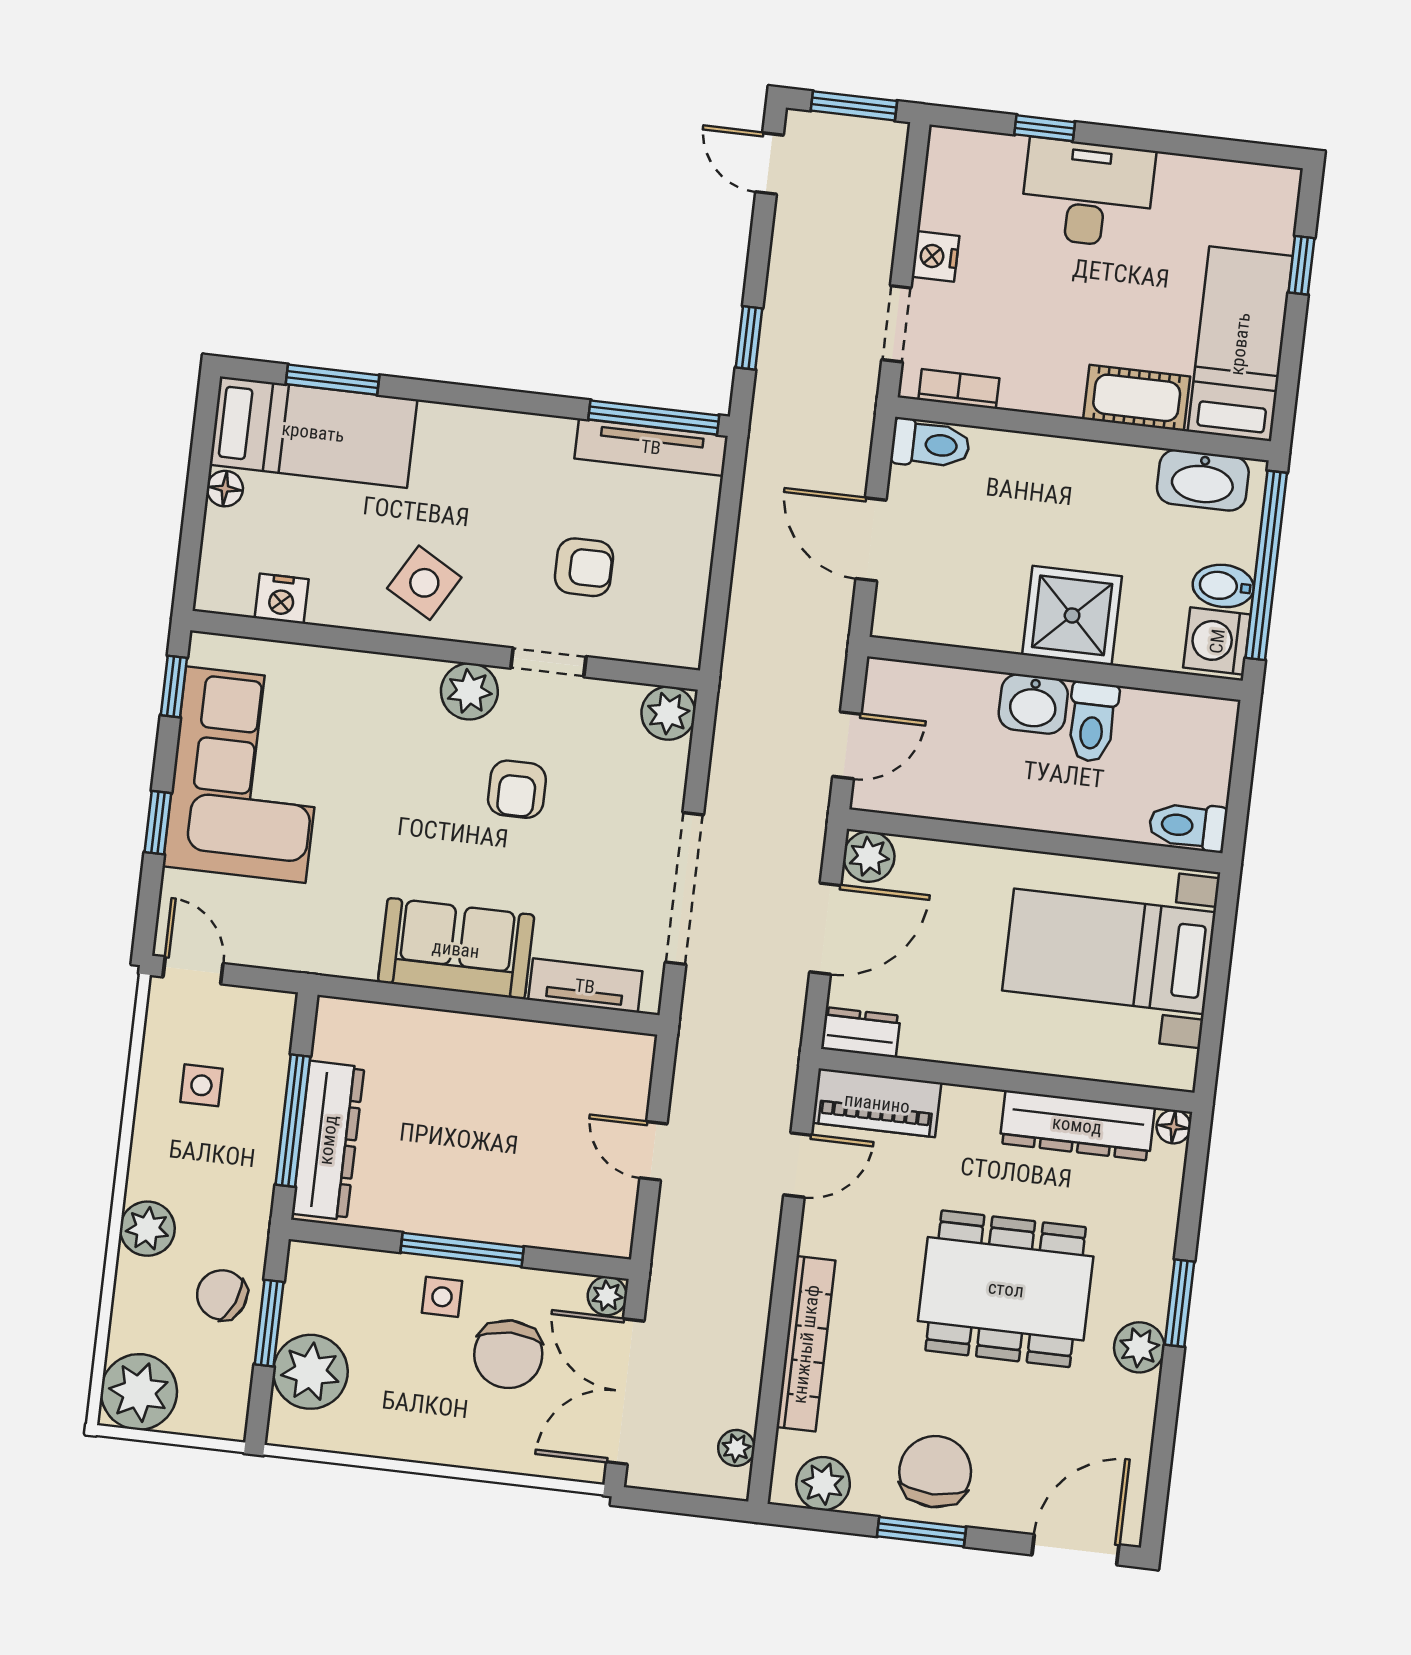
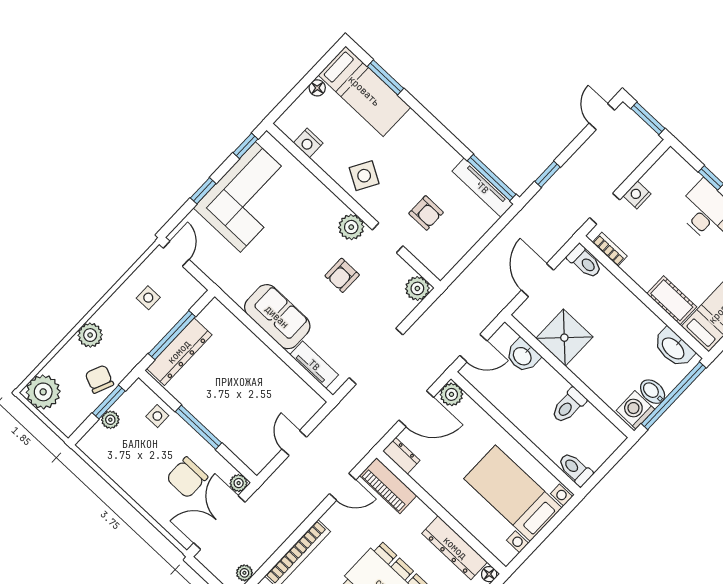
shower: (1072, 615) -> (564, 338), moved
washbasin: (1033, 704) -> (523, 356), moved
side table: (442, 1297) -> (157, 416), moved
plant: (310, 1372) -> (110, 420), width x0.53, depth x0.53

